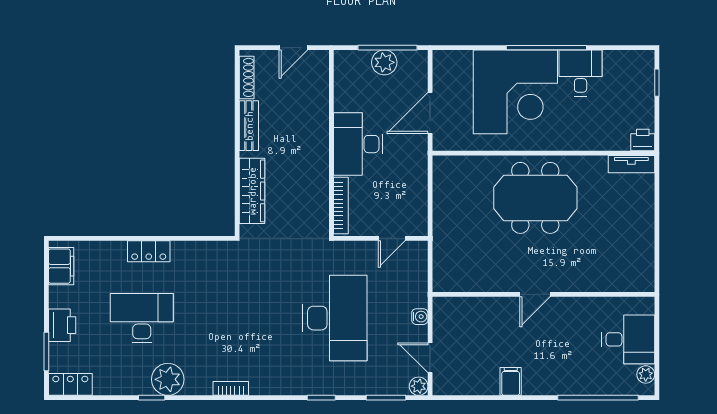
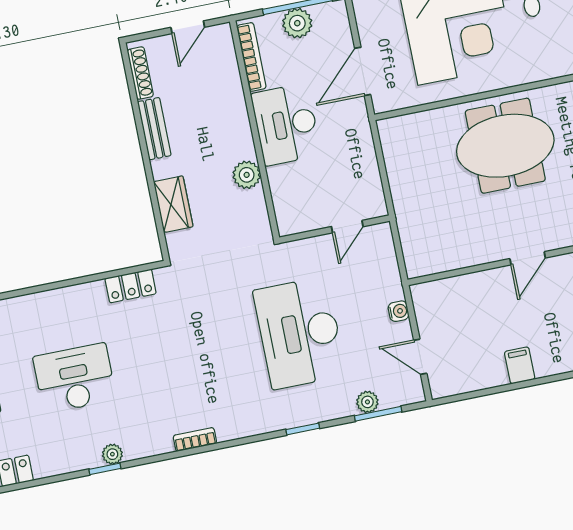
plant: (317, 179) -> (247, 175), added
wardrobe: (252, 191) -> (173, 204), width x0.67
bookcase: (341, 205) -> (251, 57), moved
locker: (149, 251) -> (131, 286), moved
desk: (335, 318) -> (300, 333), turned 180
plant: (168, 379) -> (112, 454), width x0.53, depth x0.53
plant: (419, 386) -> (367, 402), moved

